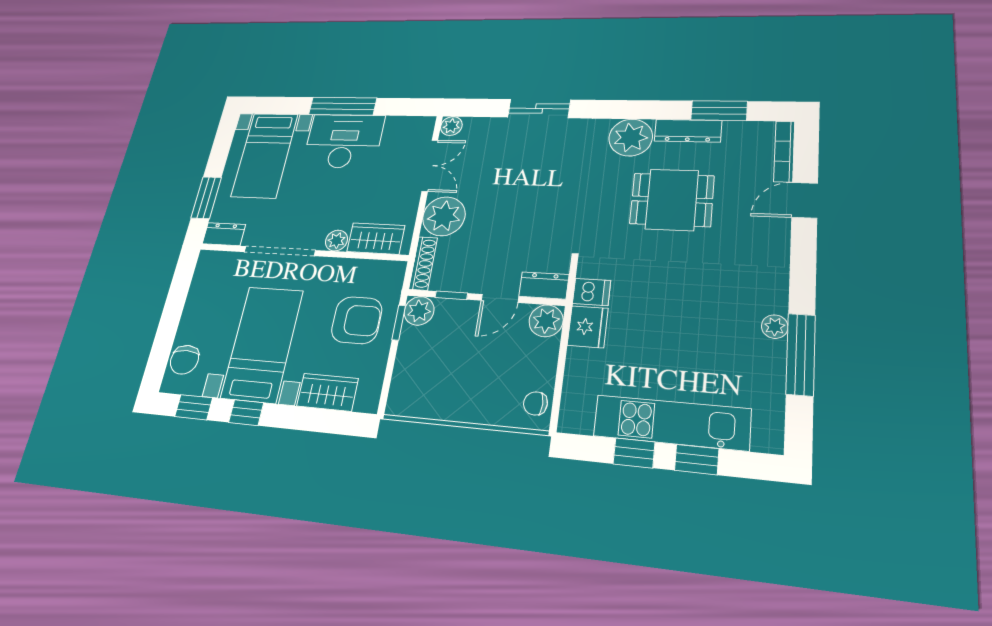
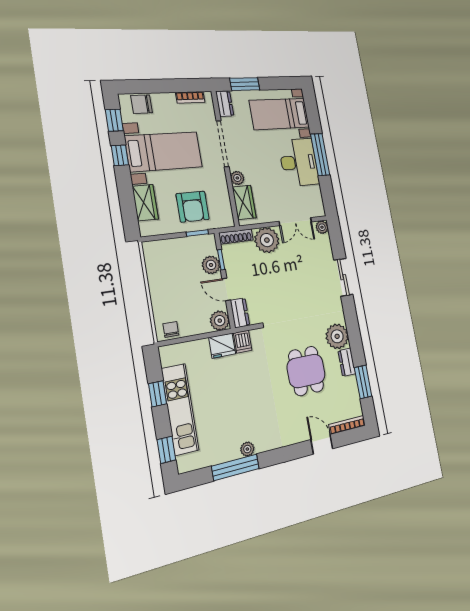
dresser: (688, 131) -> (347, 362), width x0.70
bookcase: (199, 284) -> (190, 97), added
plant: (419, 311) -> (211, 265), moved
window: (697, 460) -> (166, 450), moved

